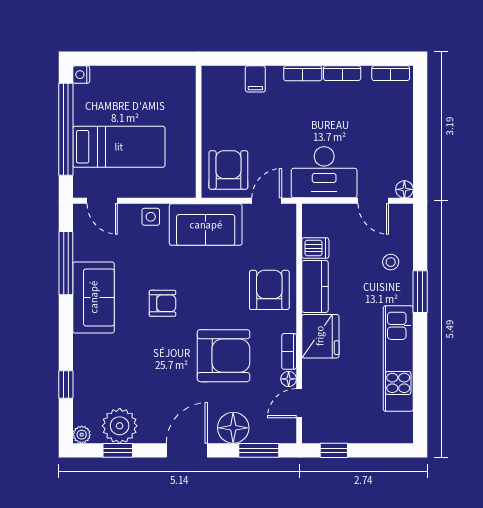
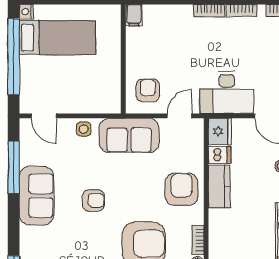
filing cabinet: (255, 79) -> (134, 15), moved
bed: (119, 147) -> (57, 38), moved
armchair: (228, 170) -> (148, 90), width x0.72, depth x0.72
fridge: (320, 336) -> (220, 131), moved, width x0.73, depth x0.75

